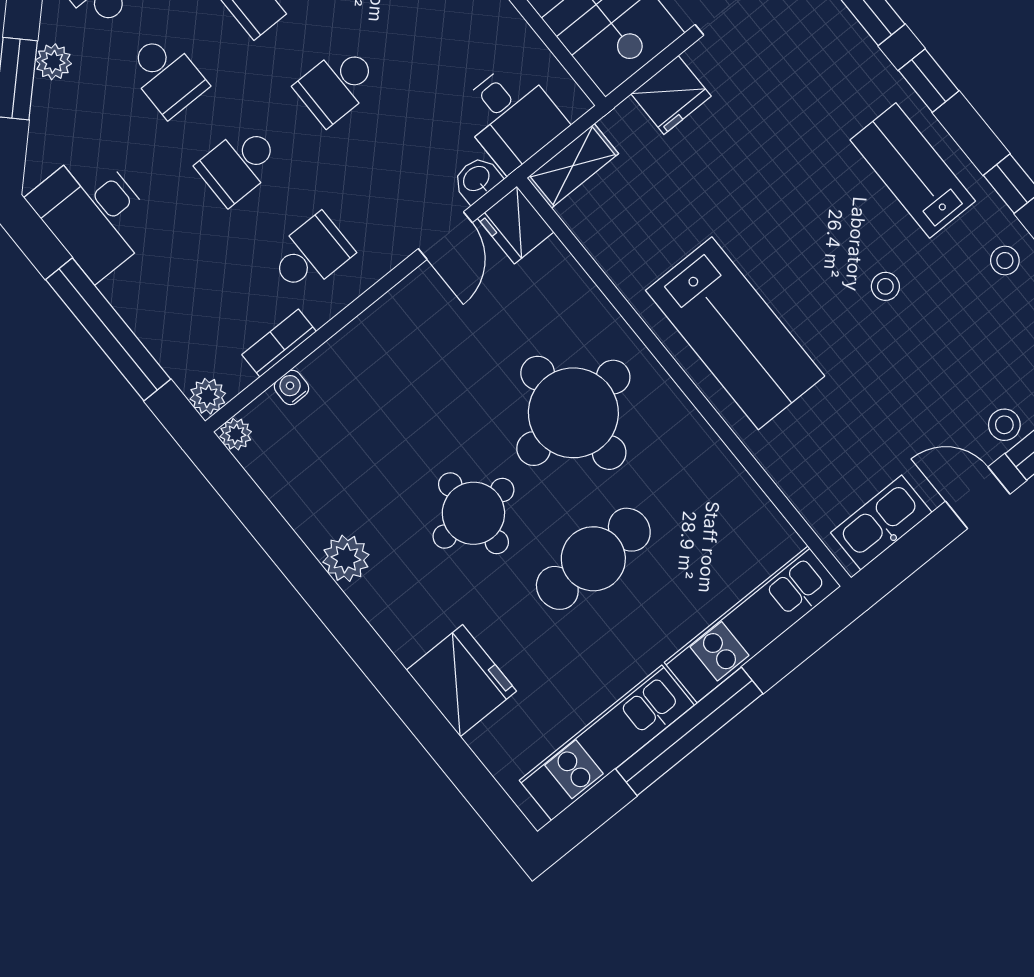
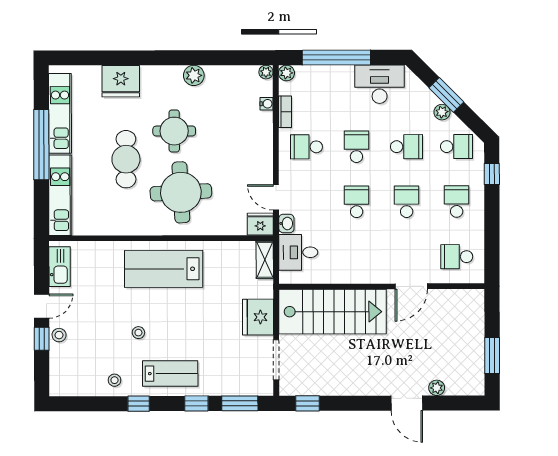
school desk: (166, 75) -> (406, 147), turned 180
fridge: (671, 95) -> (258, 317), width x1.36, depth x1.34
school desk: (311, 254) -> (306, 147), turned 90

